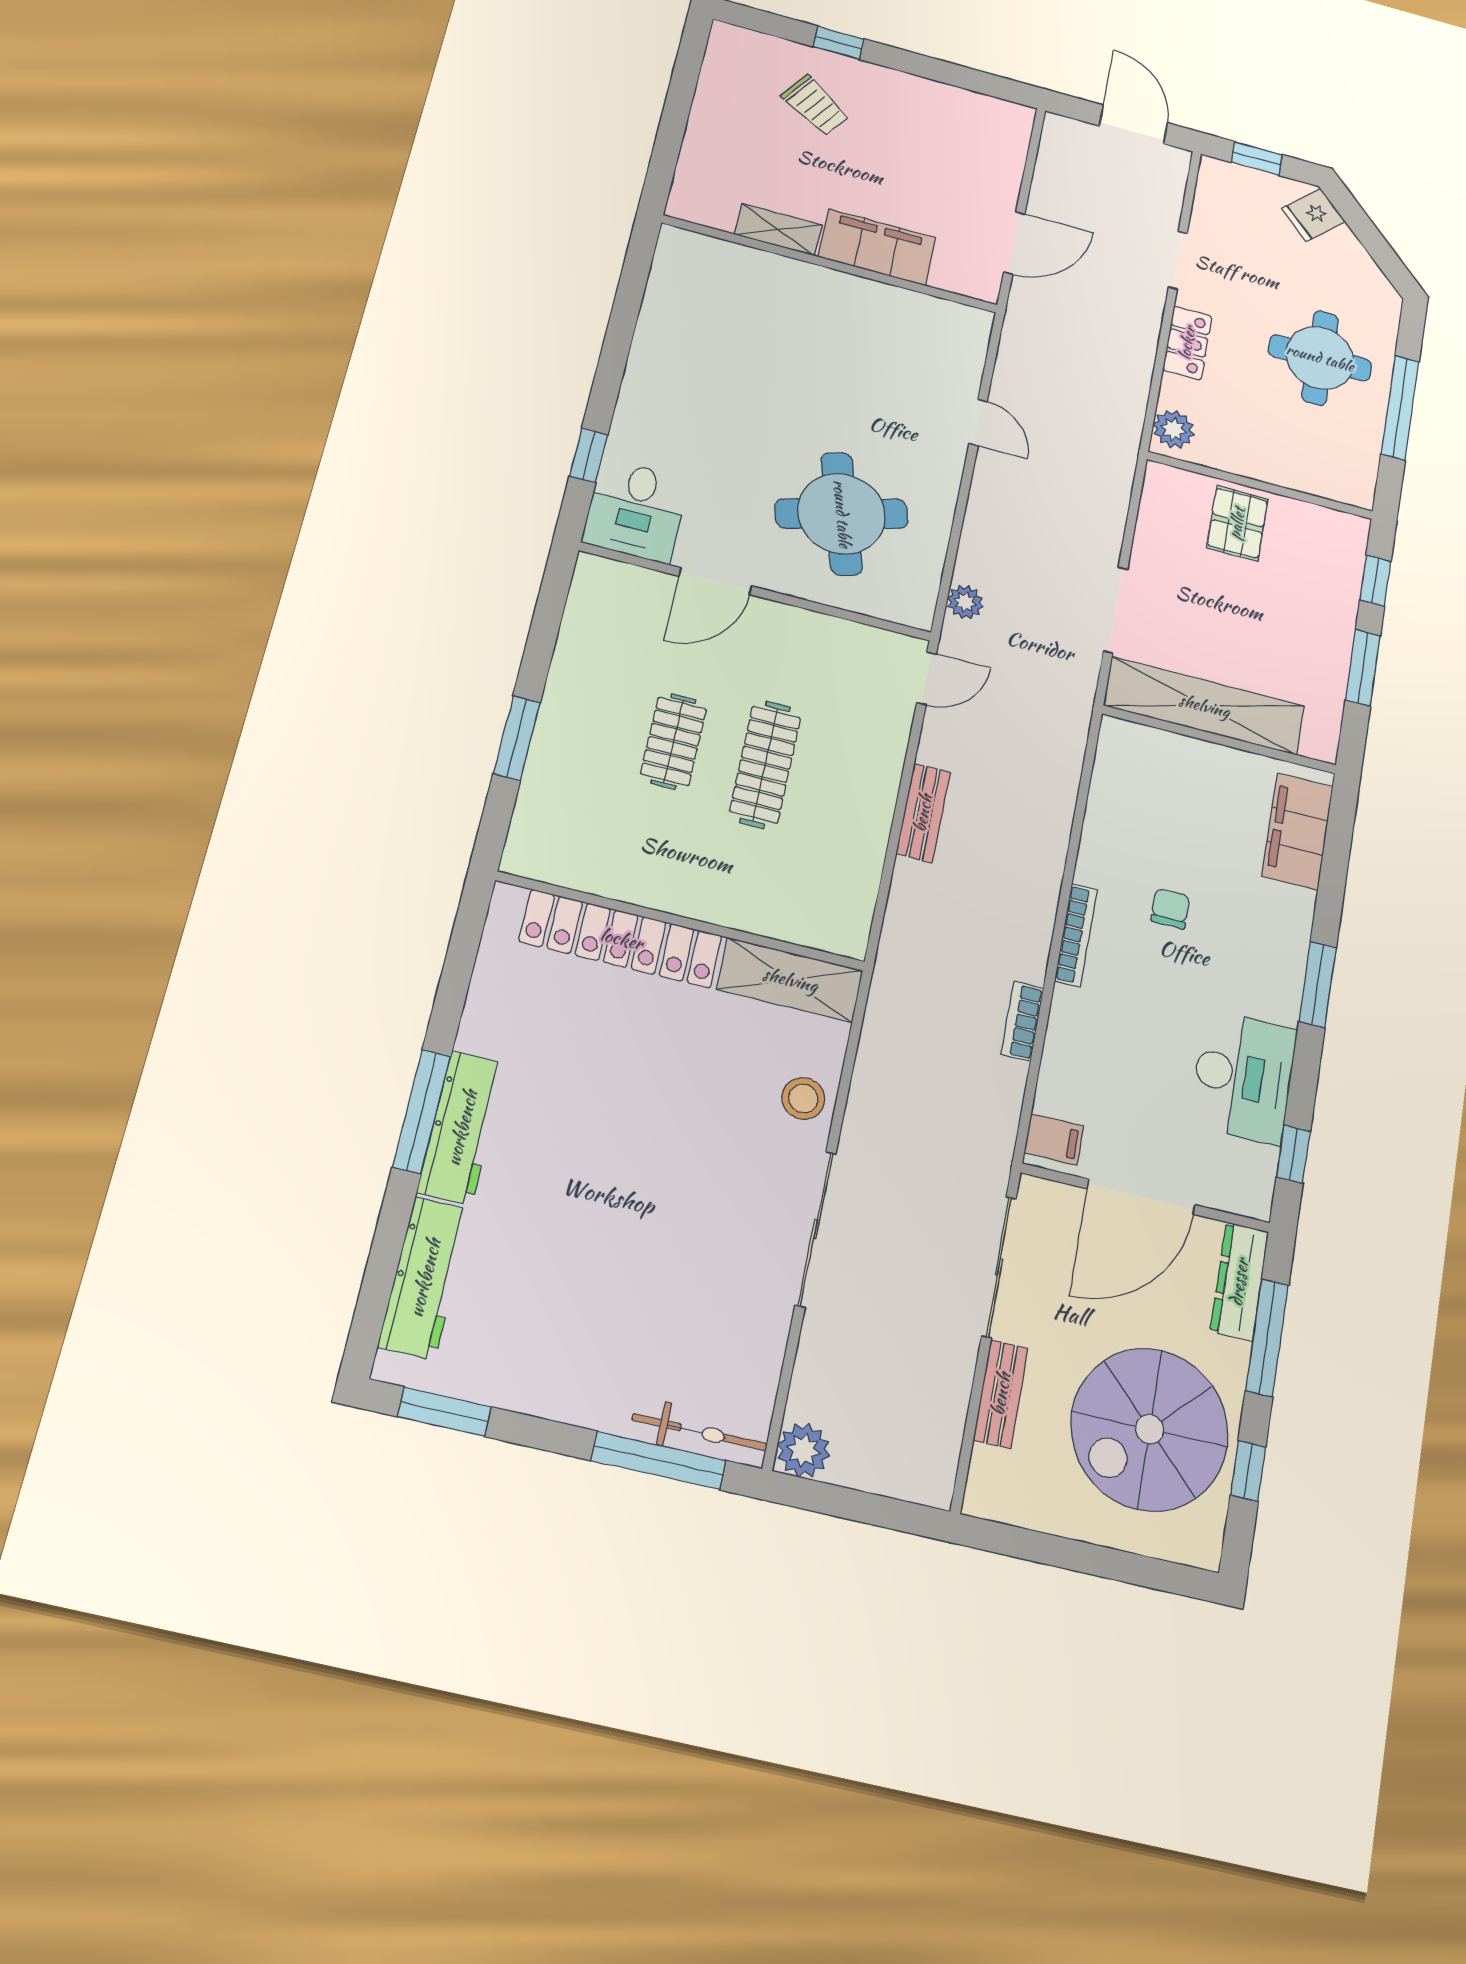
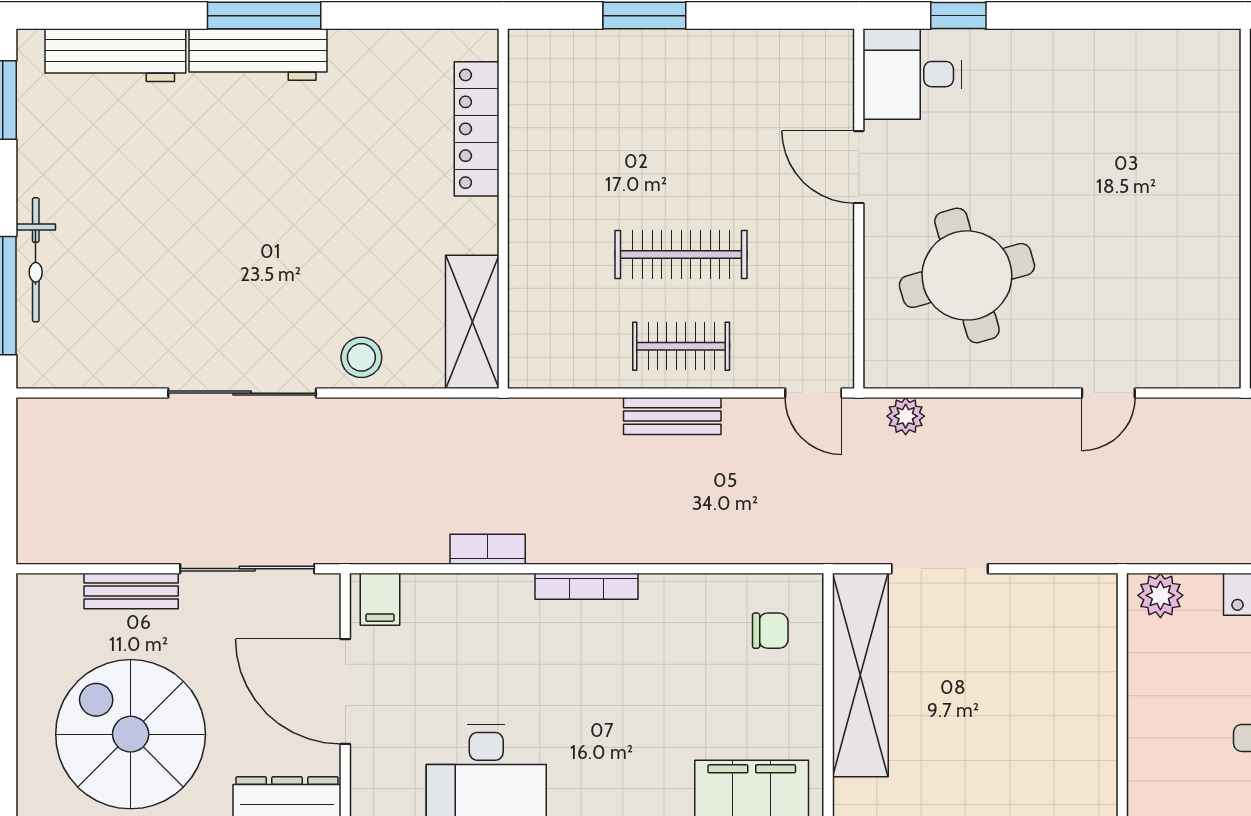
pallet: (1237, 523) -> (1072, 678), removed
clothes rail: (673, 741) -> (681, 346), moved
chair: (1170, 909) -> (770, 631), moved
locker: (621, 939) -> (477, 129), width x0.71, depth x0.83
bicycle: (700, 1432) -> (36, 260), moved
plant: (804, 1450) -> (41, 422), removed

